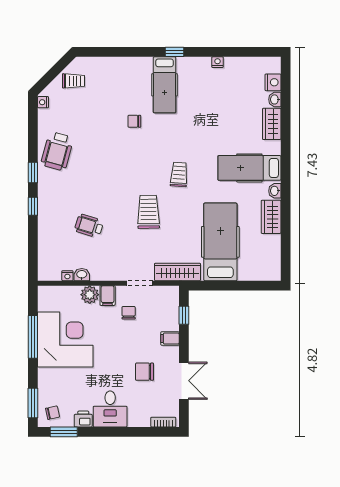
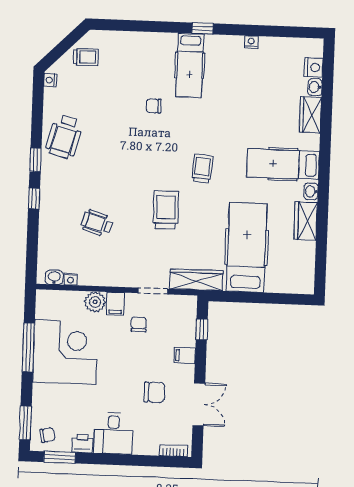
washbasin: (82, 275) -> (54, 277), moved
chair: (145, 372) -> (154, 392), turned 180

